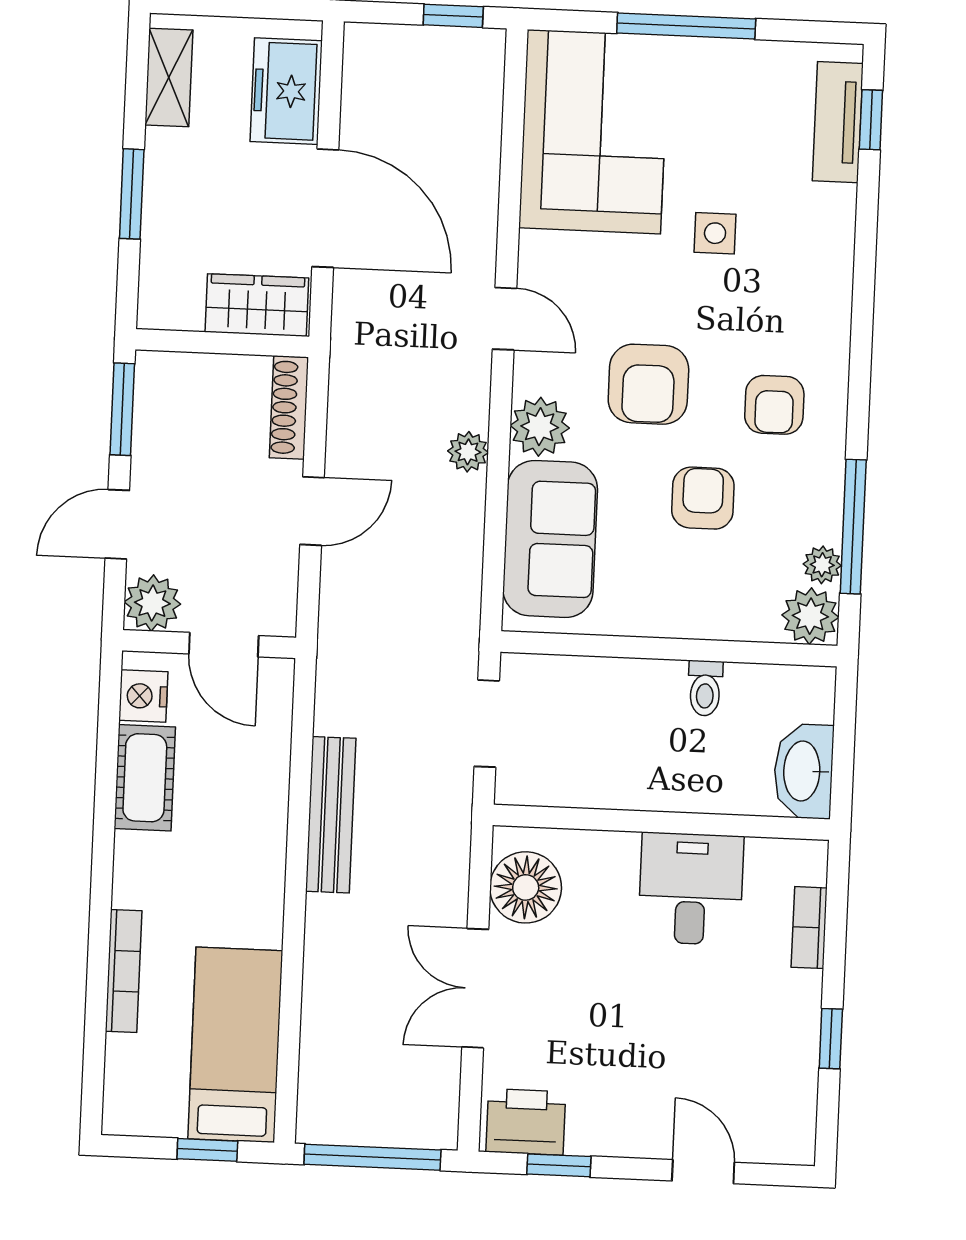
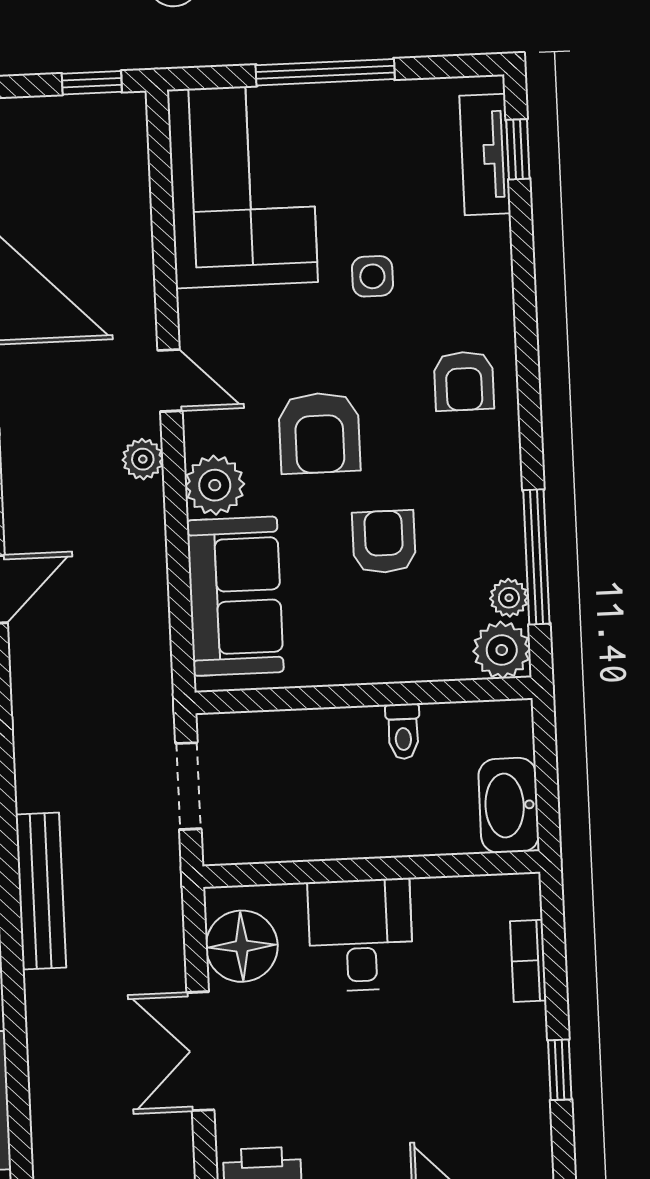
armchair: (774, 405) -> (464, 381), moved
plant: (468, 452) -> (143, 459), moved
desk: (691, 889) -> (361, 935), moved

